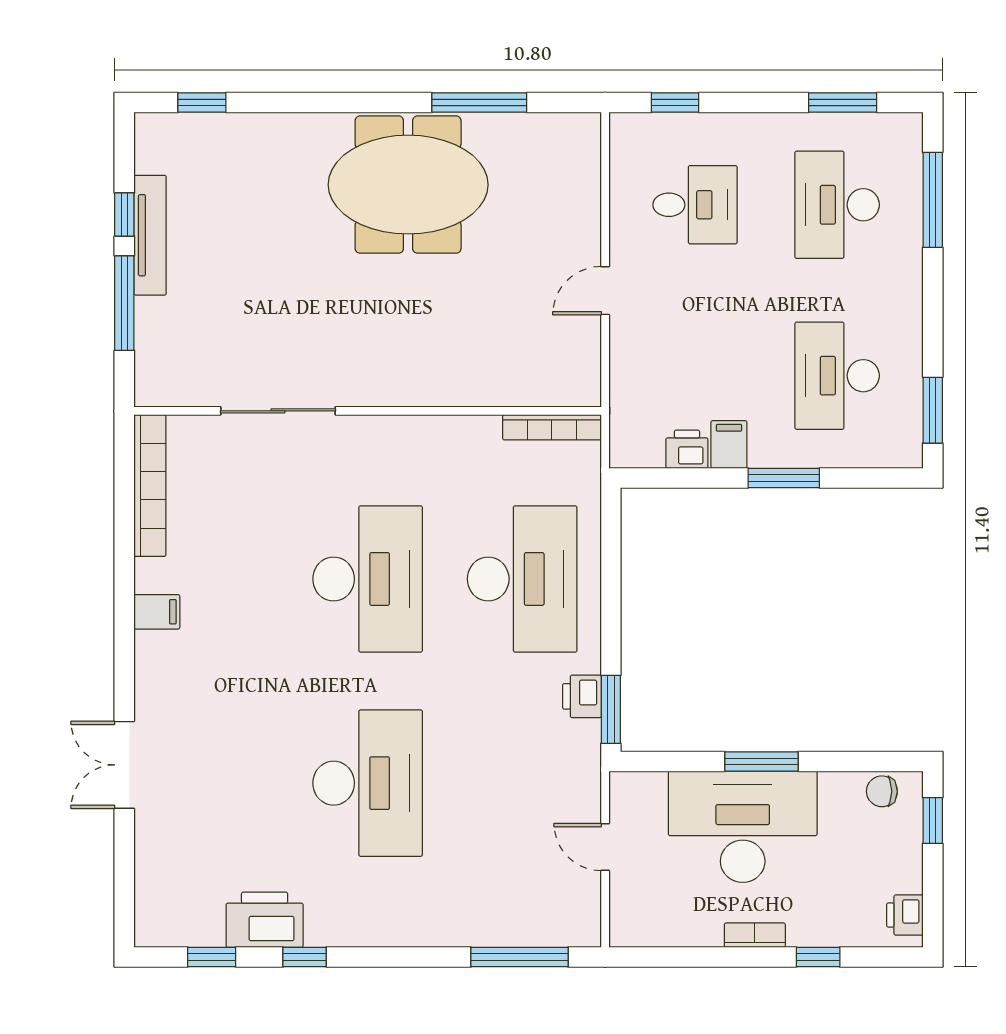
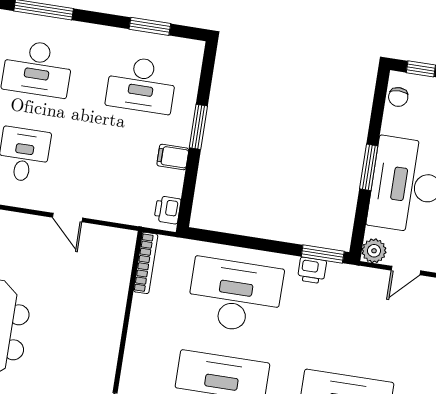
window: (933, 410) -> (150, 26), moved
printer: (687, 449) -> (168, 210), moved
plant: (629, 791) -> (374, 251), added

